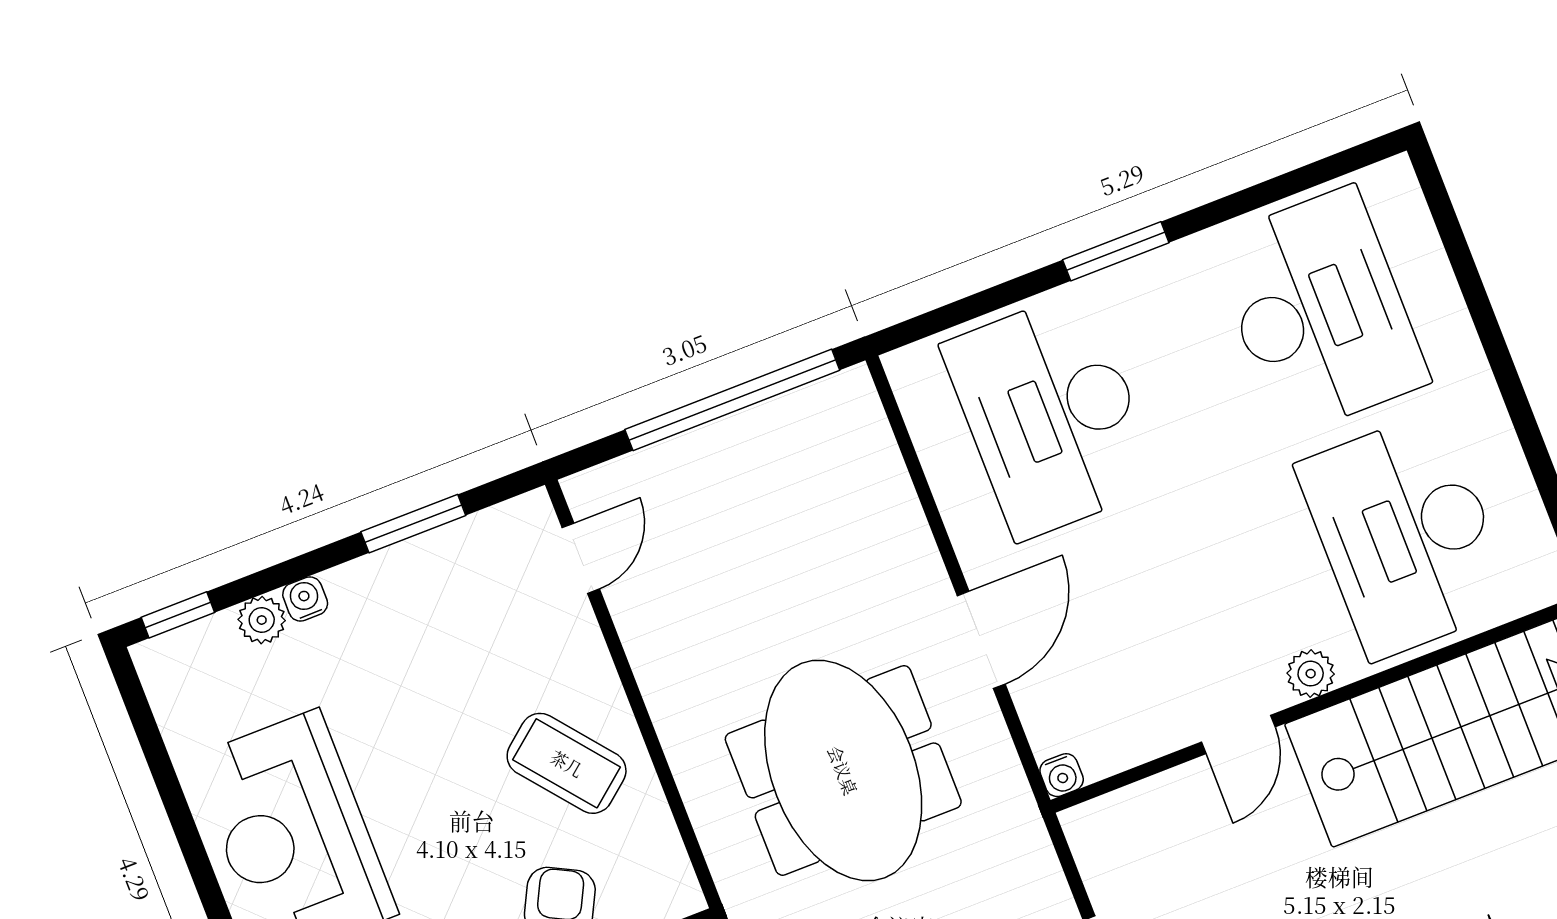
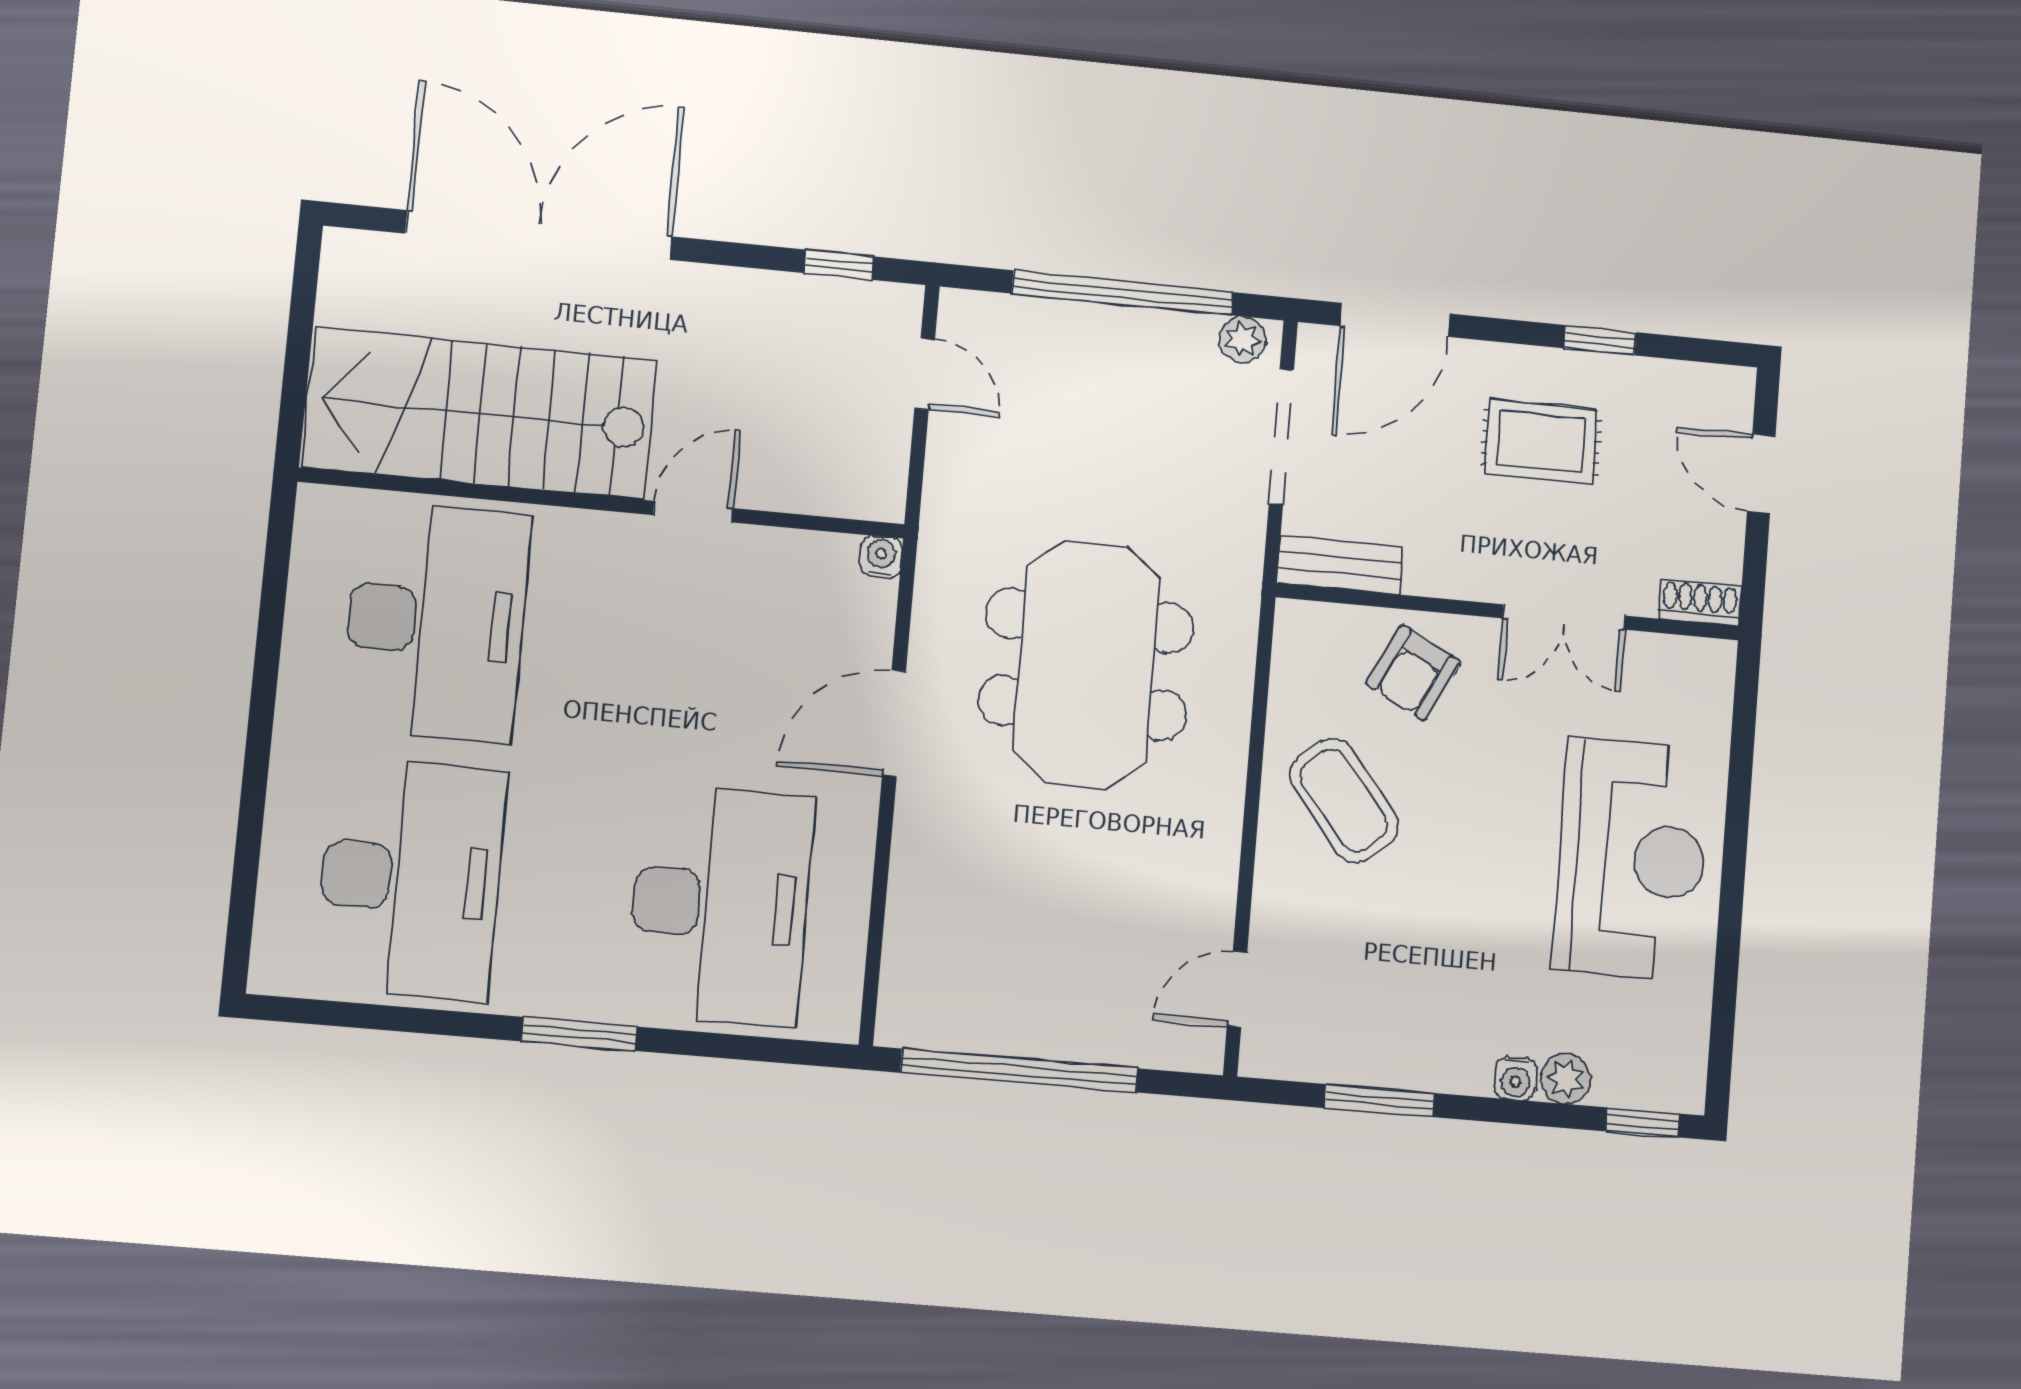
desk: (1319, 311) -> (411, 879), turned 180
plant: (1311, 674) -> (595, 535), removed

